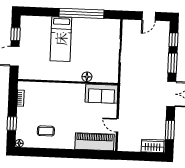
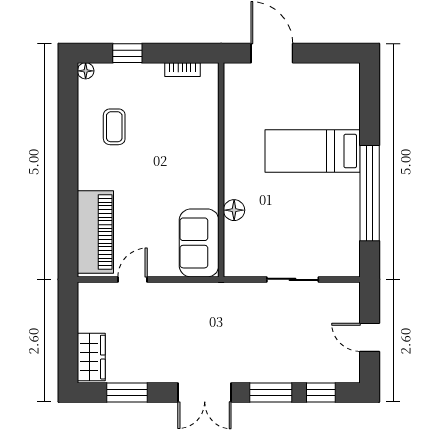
window: (15, 34) -> (319, 53), removed

